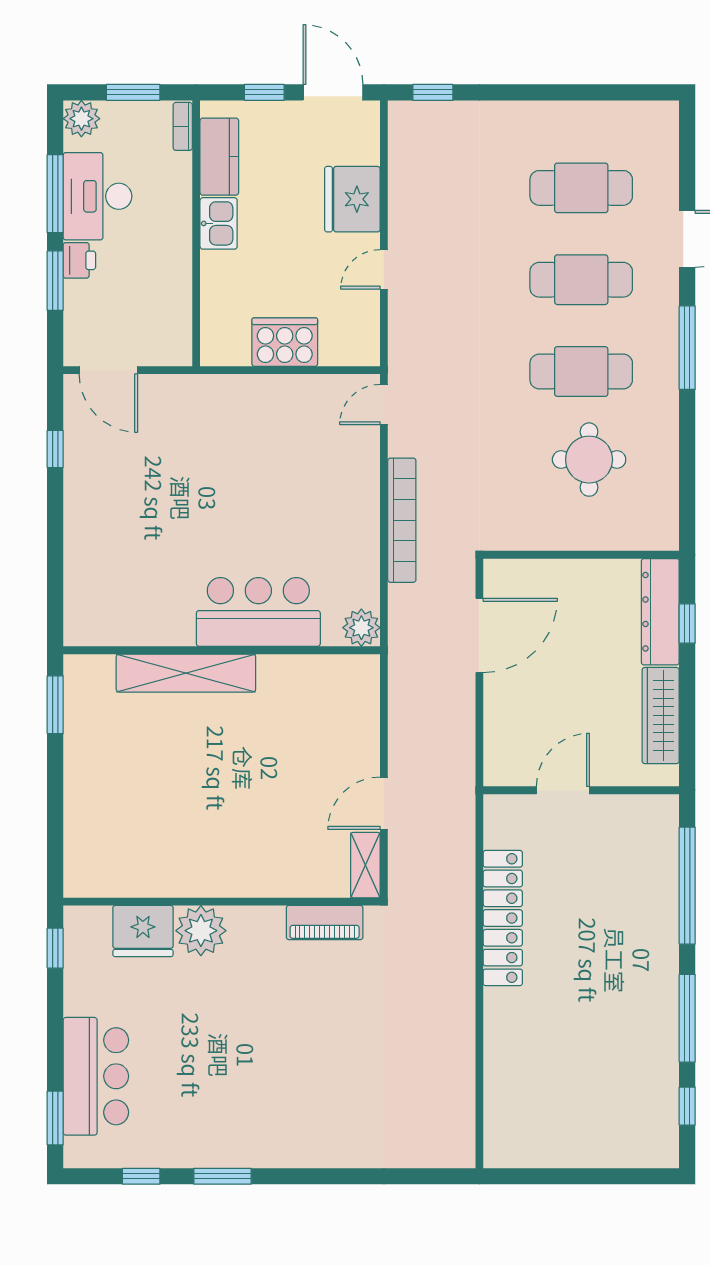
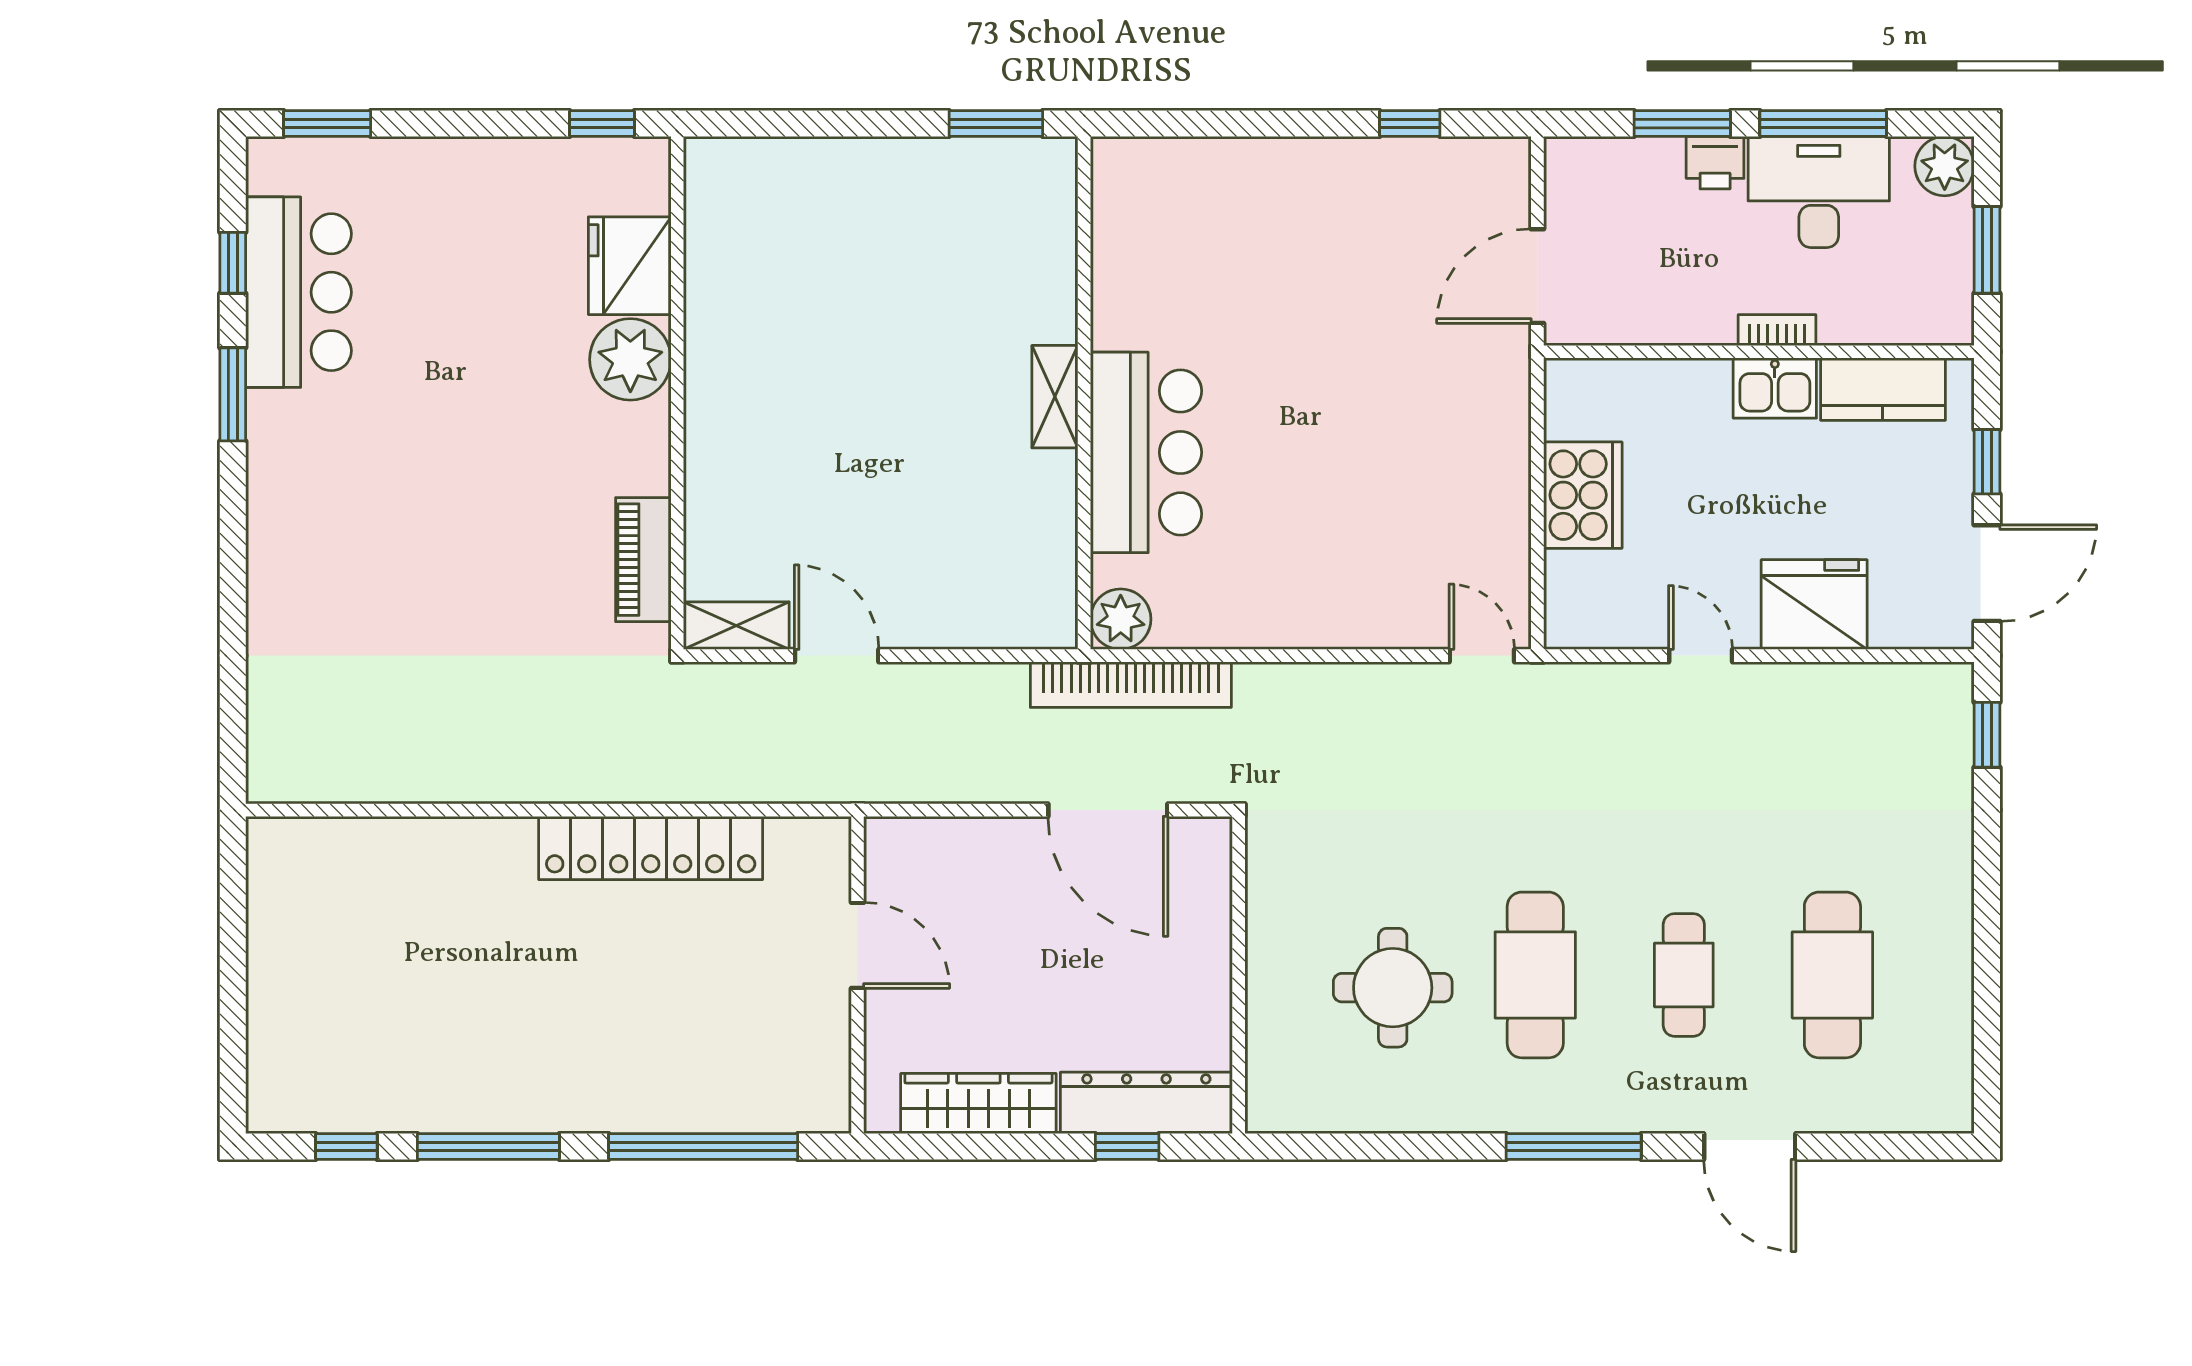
bookcase: (183, 126) -> (1777, 330), moved
cafe table: (581, 280) -> (1684, 975), width x0.73, depth x0.74
door: (108, 370) -> (1537, 276), moved
bookcase: (402, 520) -> (1131, 685), moved
shelving: (186, 673) -> (1055, 397), width x0.45, depth x0.75
bar counter: (96, 1076) -> (299, 292), moved, turned -90

